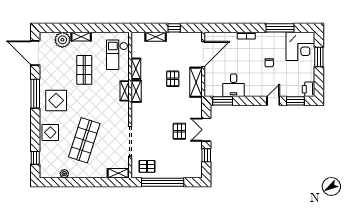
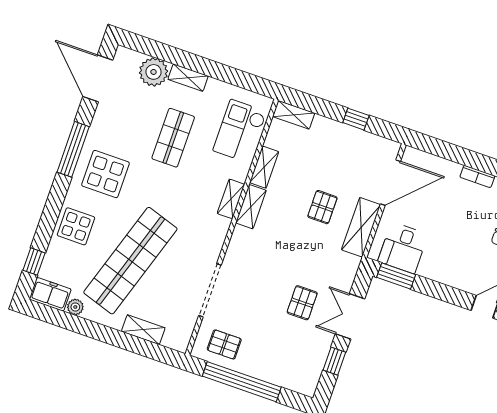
shelving: (156, 37) -> (294, 115), moved
desk: (234, 85) -> (403, 248), moved
shop shelf: (84, 140) -> (130, 261), width x1.40
freezer: (49, 172) -> (50, 294), added
shelving: (118, 173) -> (143, 330), moved

